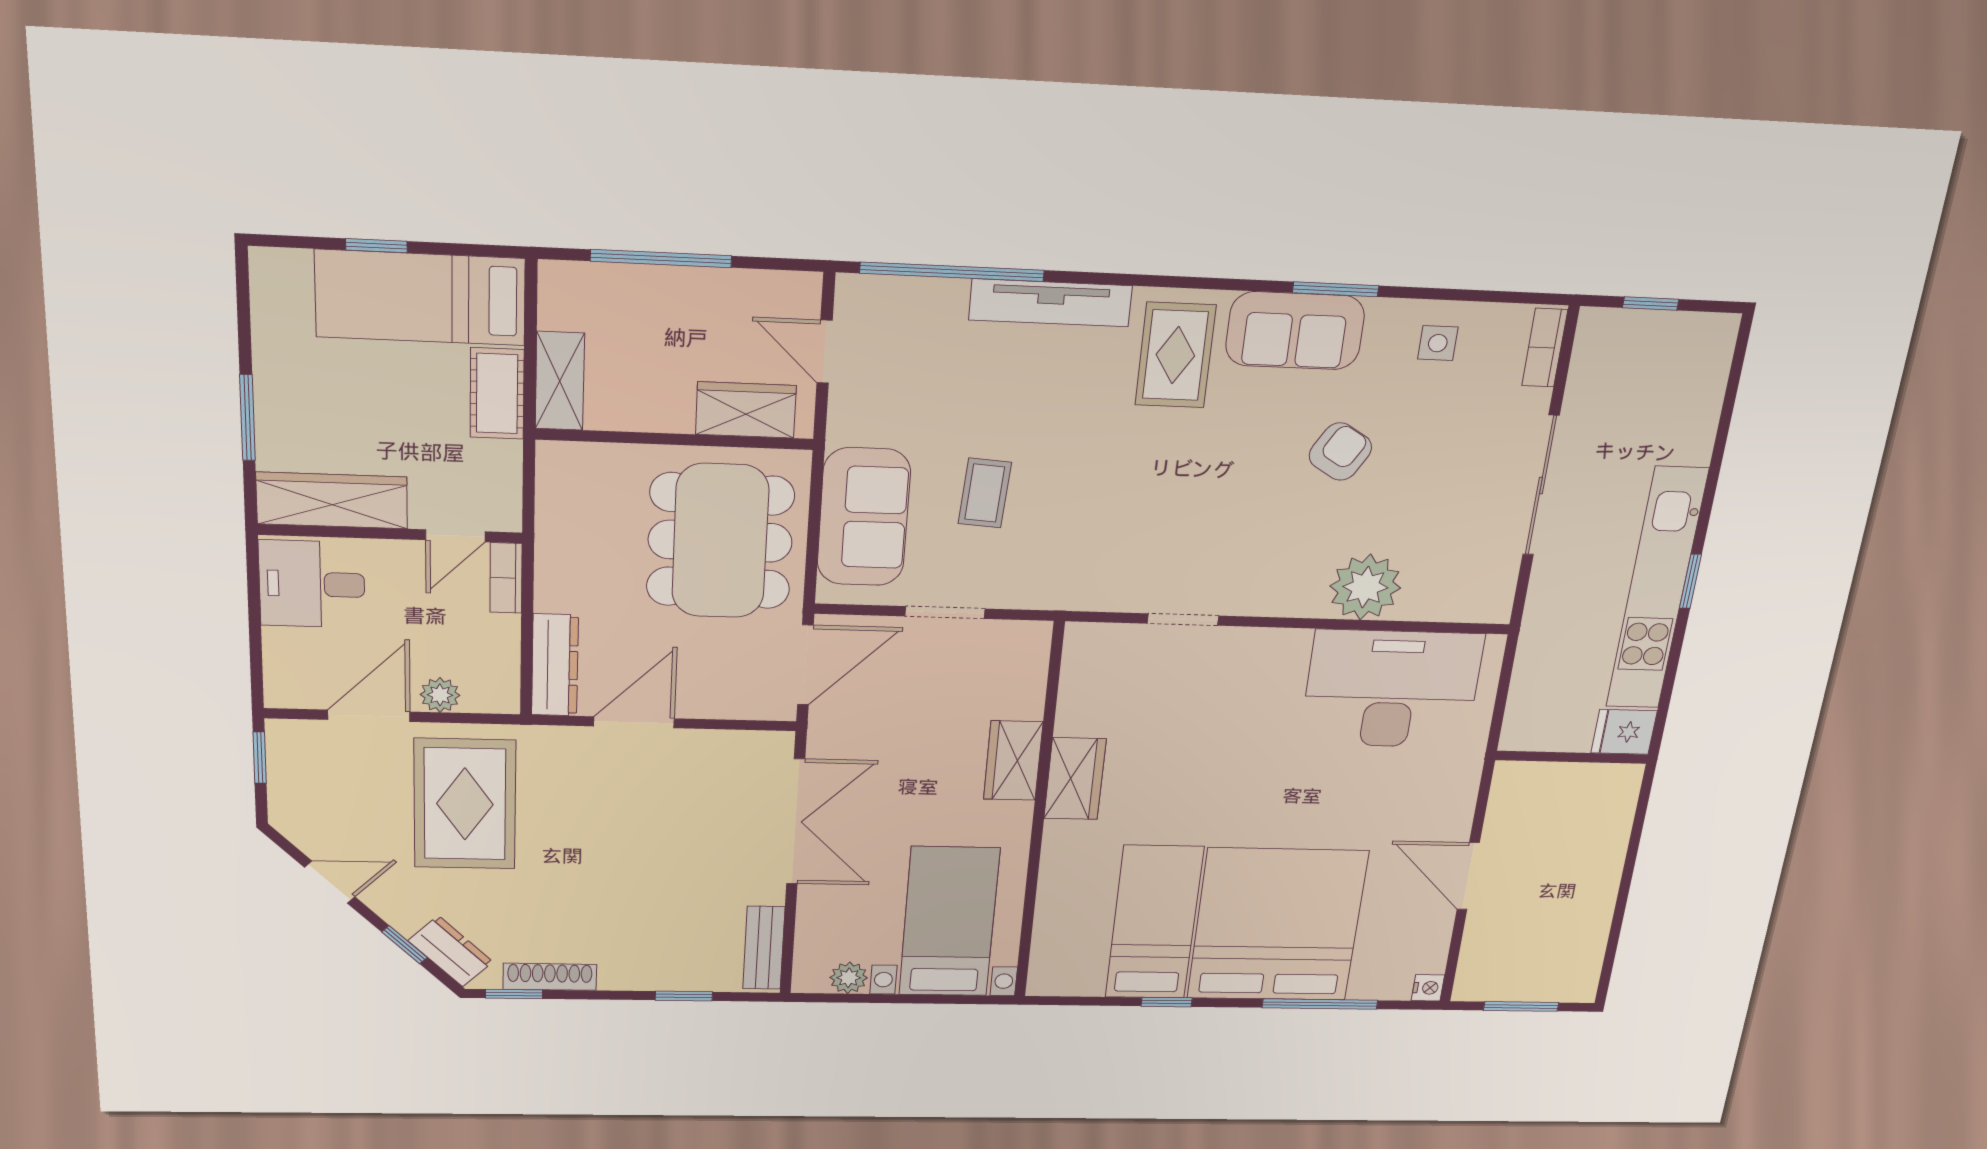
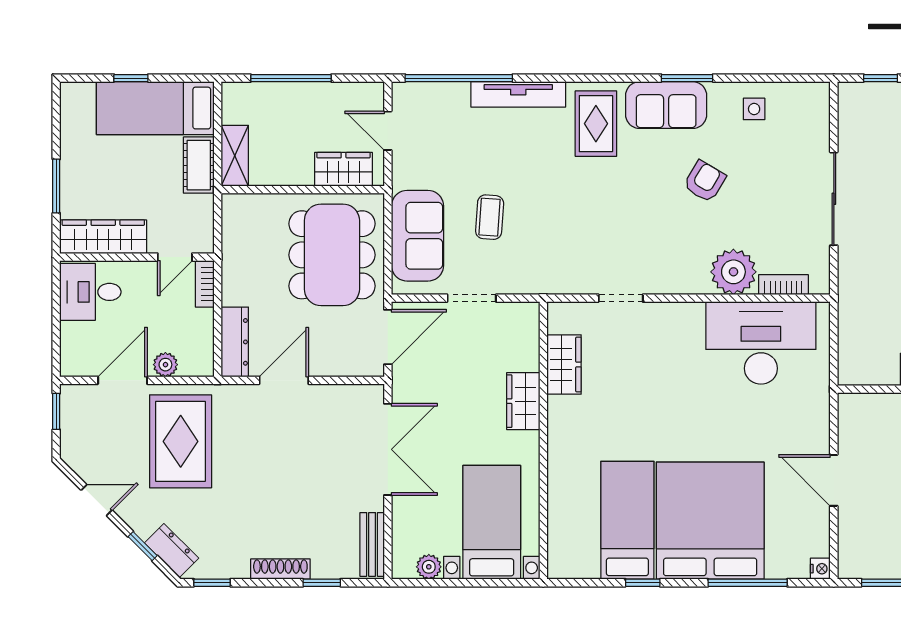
bookcase: (1545, 348) -> (783, 285), moved, turned 90
wardrobe: (1075, 779) -> (564, 364), moved
shoe rack: (550, 977) -> (280, 569), moved

